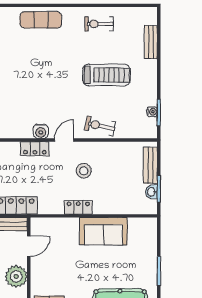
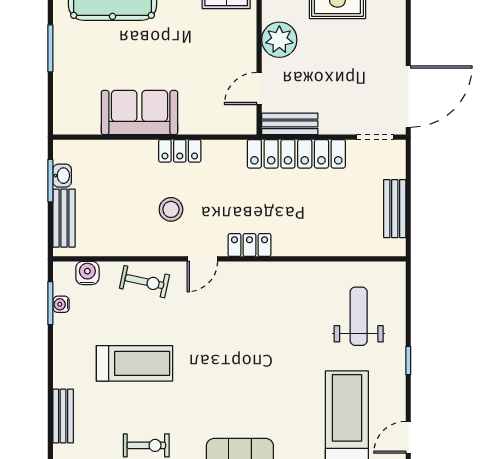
treadmill: (106, 75) -> (134, 363), turned 180
water cooler: (41, 131) -> (87, 273), moved

